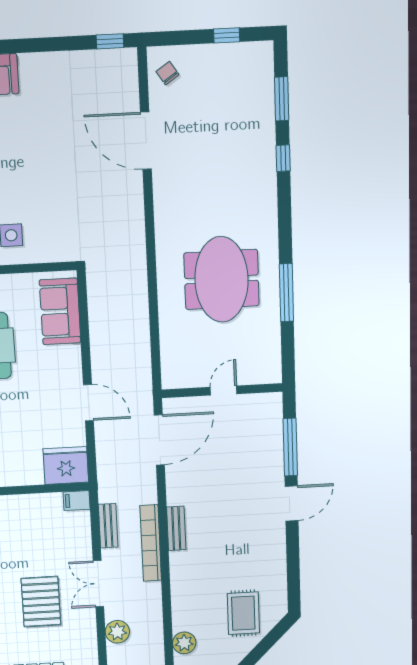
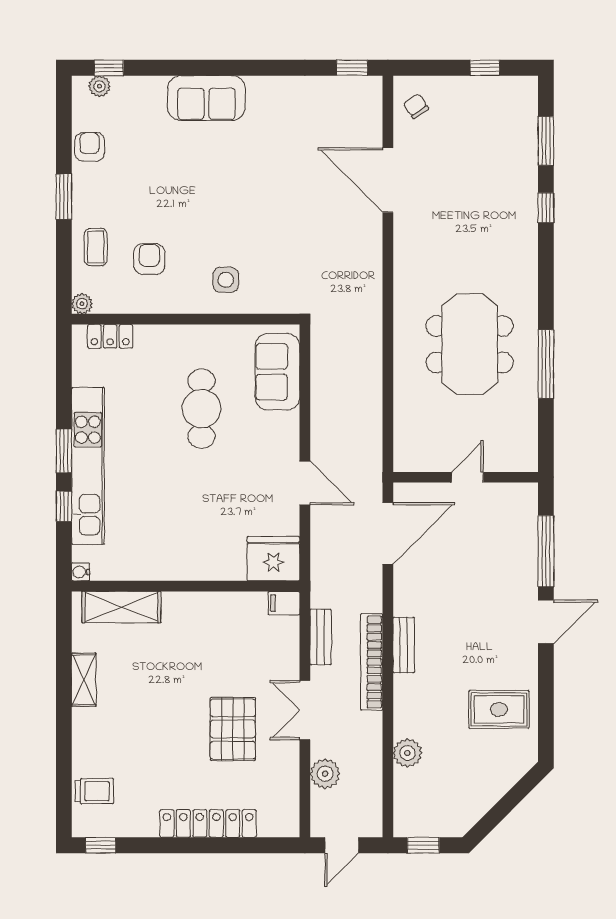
rug: (243, 613) -> (499, 709), moved, turned 90
plant: (184, 643) -> (407, 753), moved

